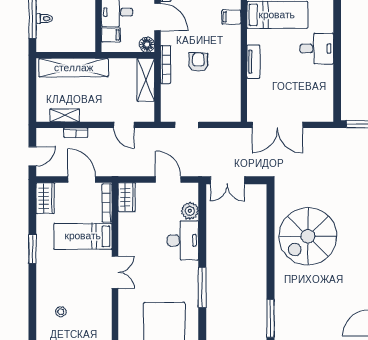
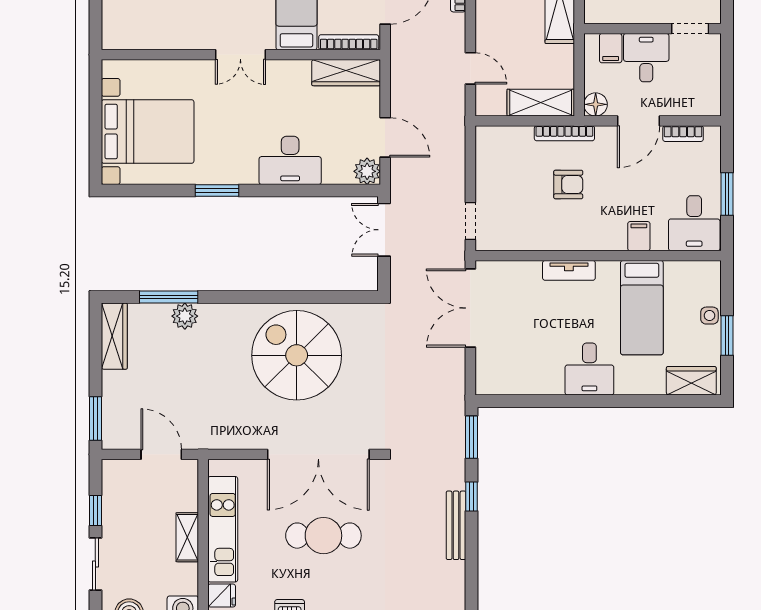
door: (124, 125) -> (470, 68), swing flipped
doorway: (187, 125) -> (470, 221), moved
door: (168, 179) -> (385, 137), hinge flipped
wardrobe: (127, 197) -> (346, 73), width x1.50
plant: (190, 211) -> (367, 171), moved
window: (202, 287) -> (217, 191), width x0.69
plant: (283, 308) -> (185, 316), added

